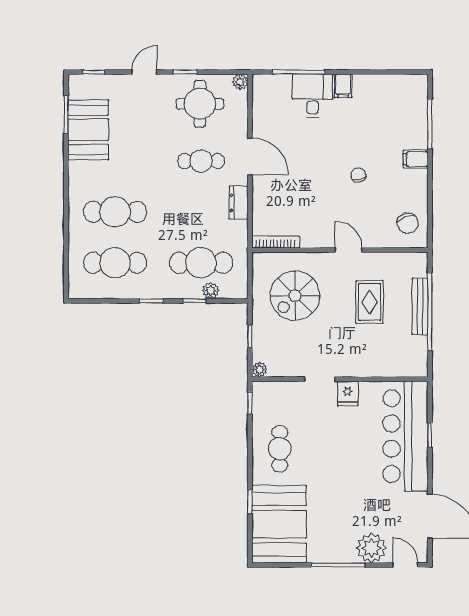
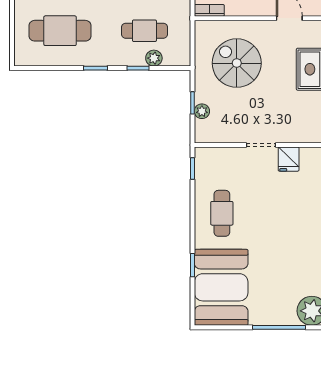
bookcase: (276, 242) -> (209, 10), width x0.64
cafe table: (201, 263) -> (144, 31), width x0.73, depth x0.74
spiral stairs: (295, 296) -> (237, 63), turned 90
plant: (259, 370) -> (202, 111), moved

